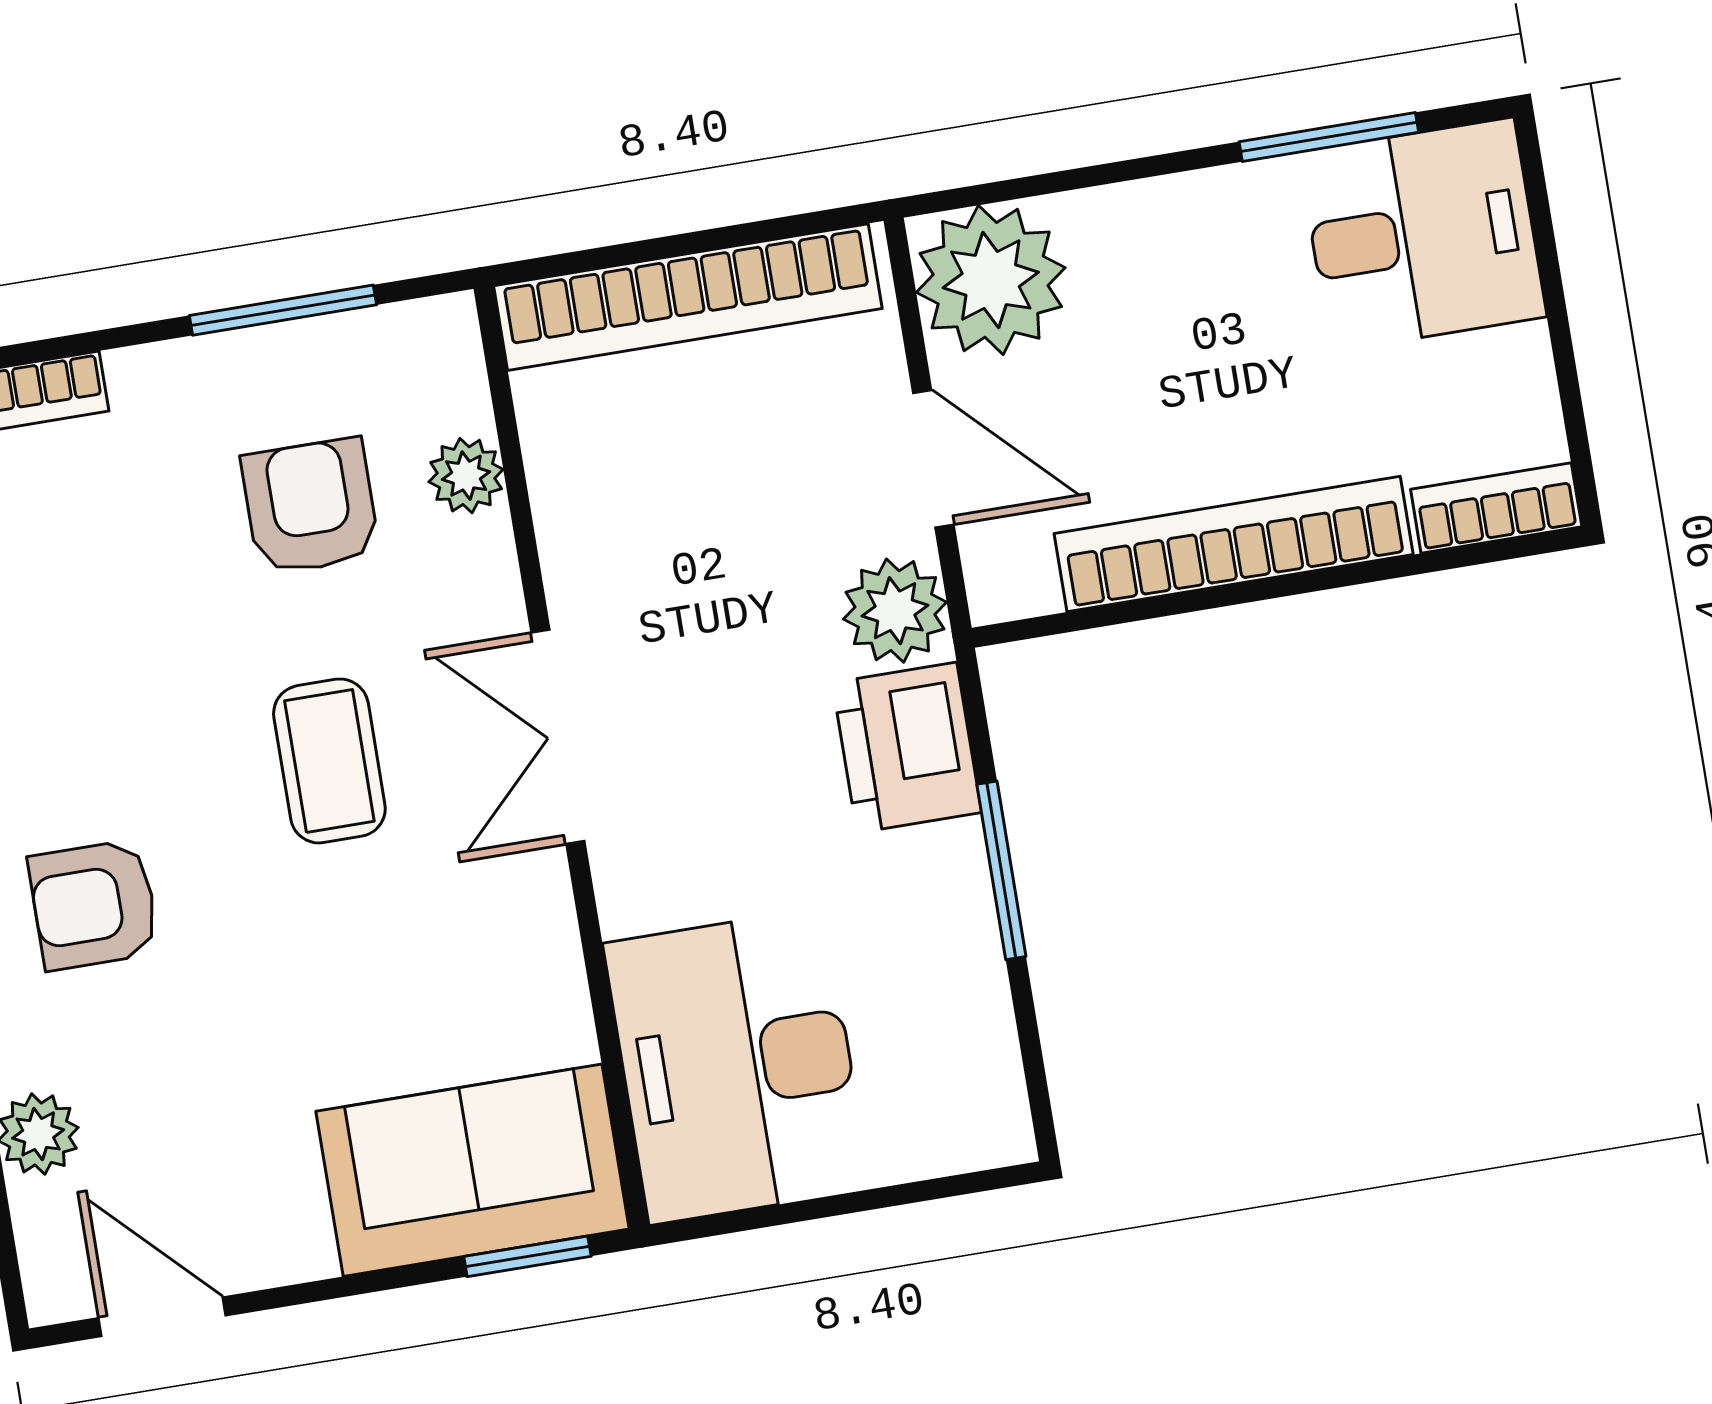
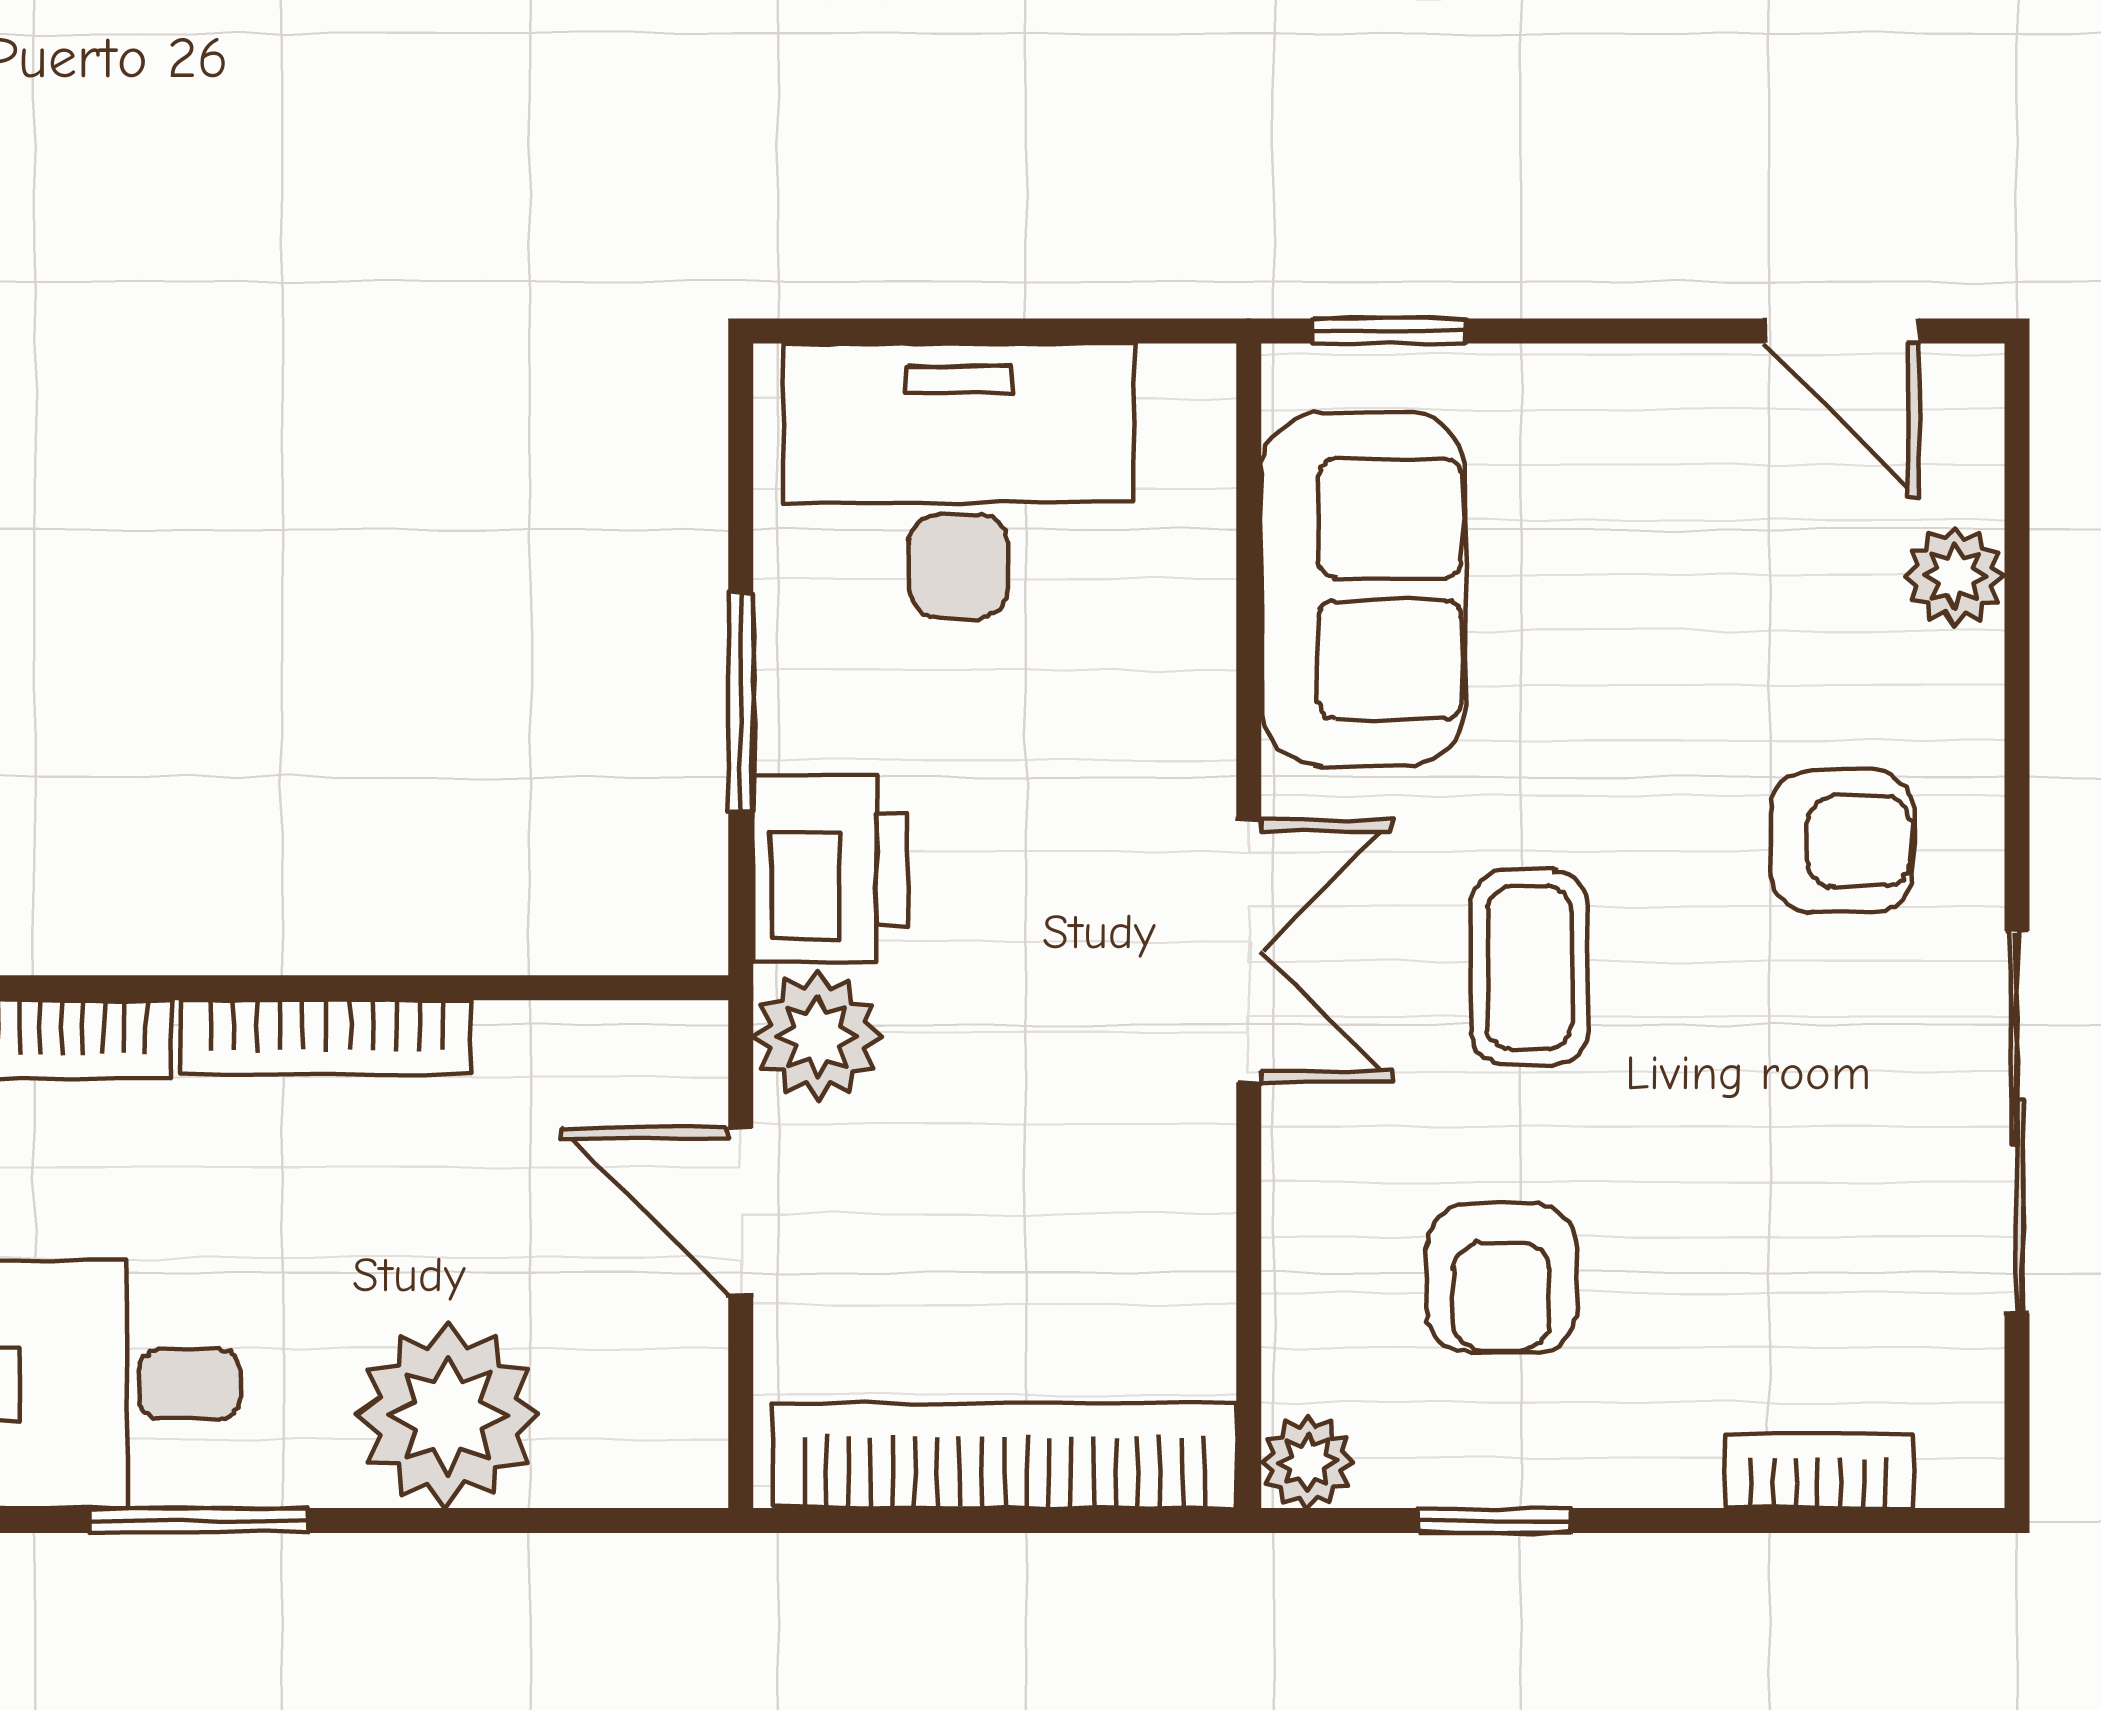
plant: (991, 280) -> (448, 1416), moved
window: (283, 310) -> (1495, 1521), width x0.67
plant: (466, 476) -> (1307, 1462), moved
bookcase: (1234, 544) -> (326, 1037), width x0.68, depth x0.76
desk: (737, 1066) -> (959, 481), moved, turned -90
sofa: (473, 1170) -> (1363, 589), moved, turned -90

